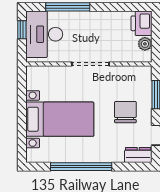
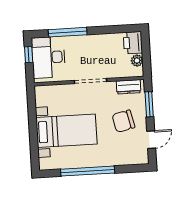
chair: (125, 112) -> (123, 121), turned -103
dresser: (138, 155) -> (129, 87), moved, turned 180

